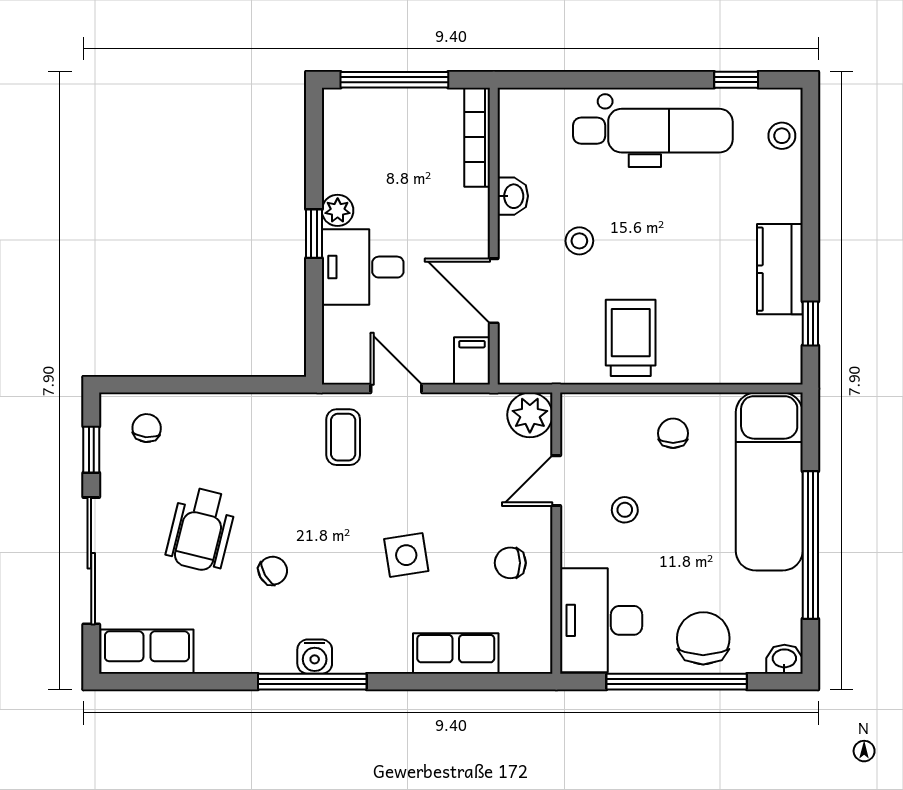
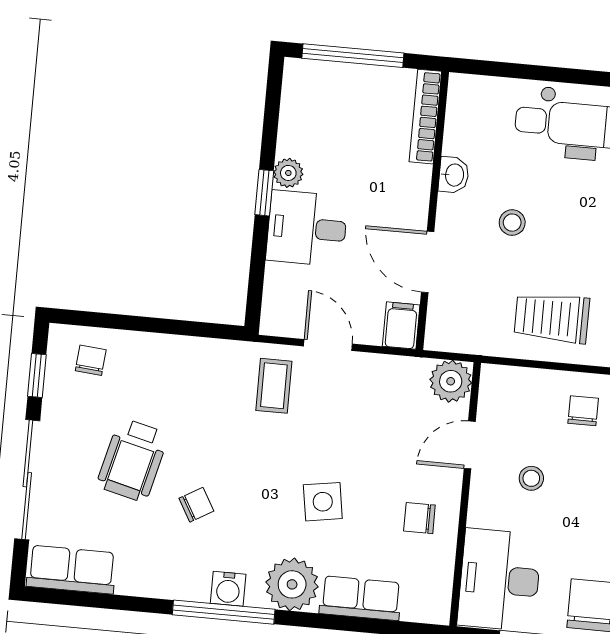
trolley: (631, 338) -> (552, 318), turned -90
plant: (382, 646) -> (292, 584), added

